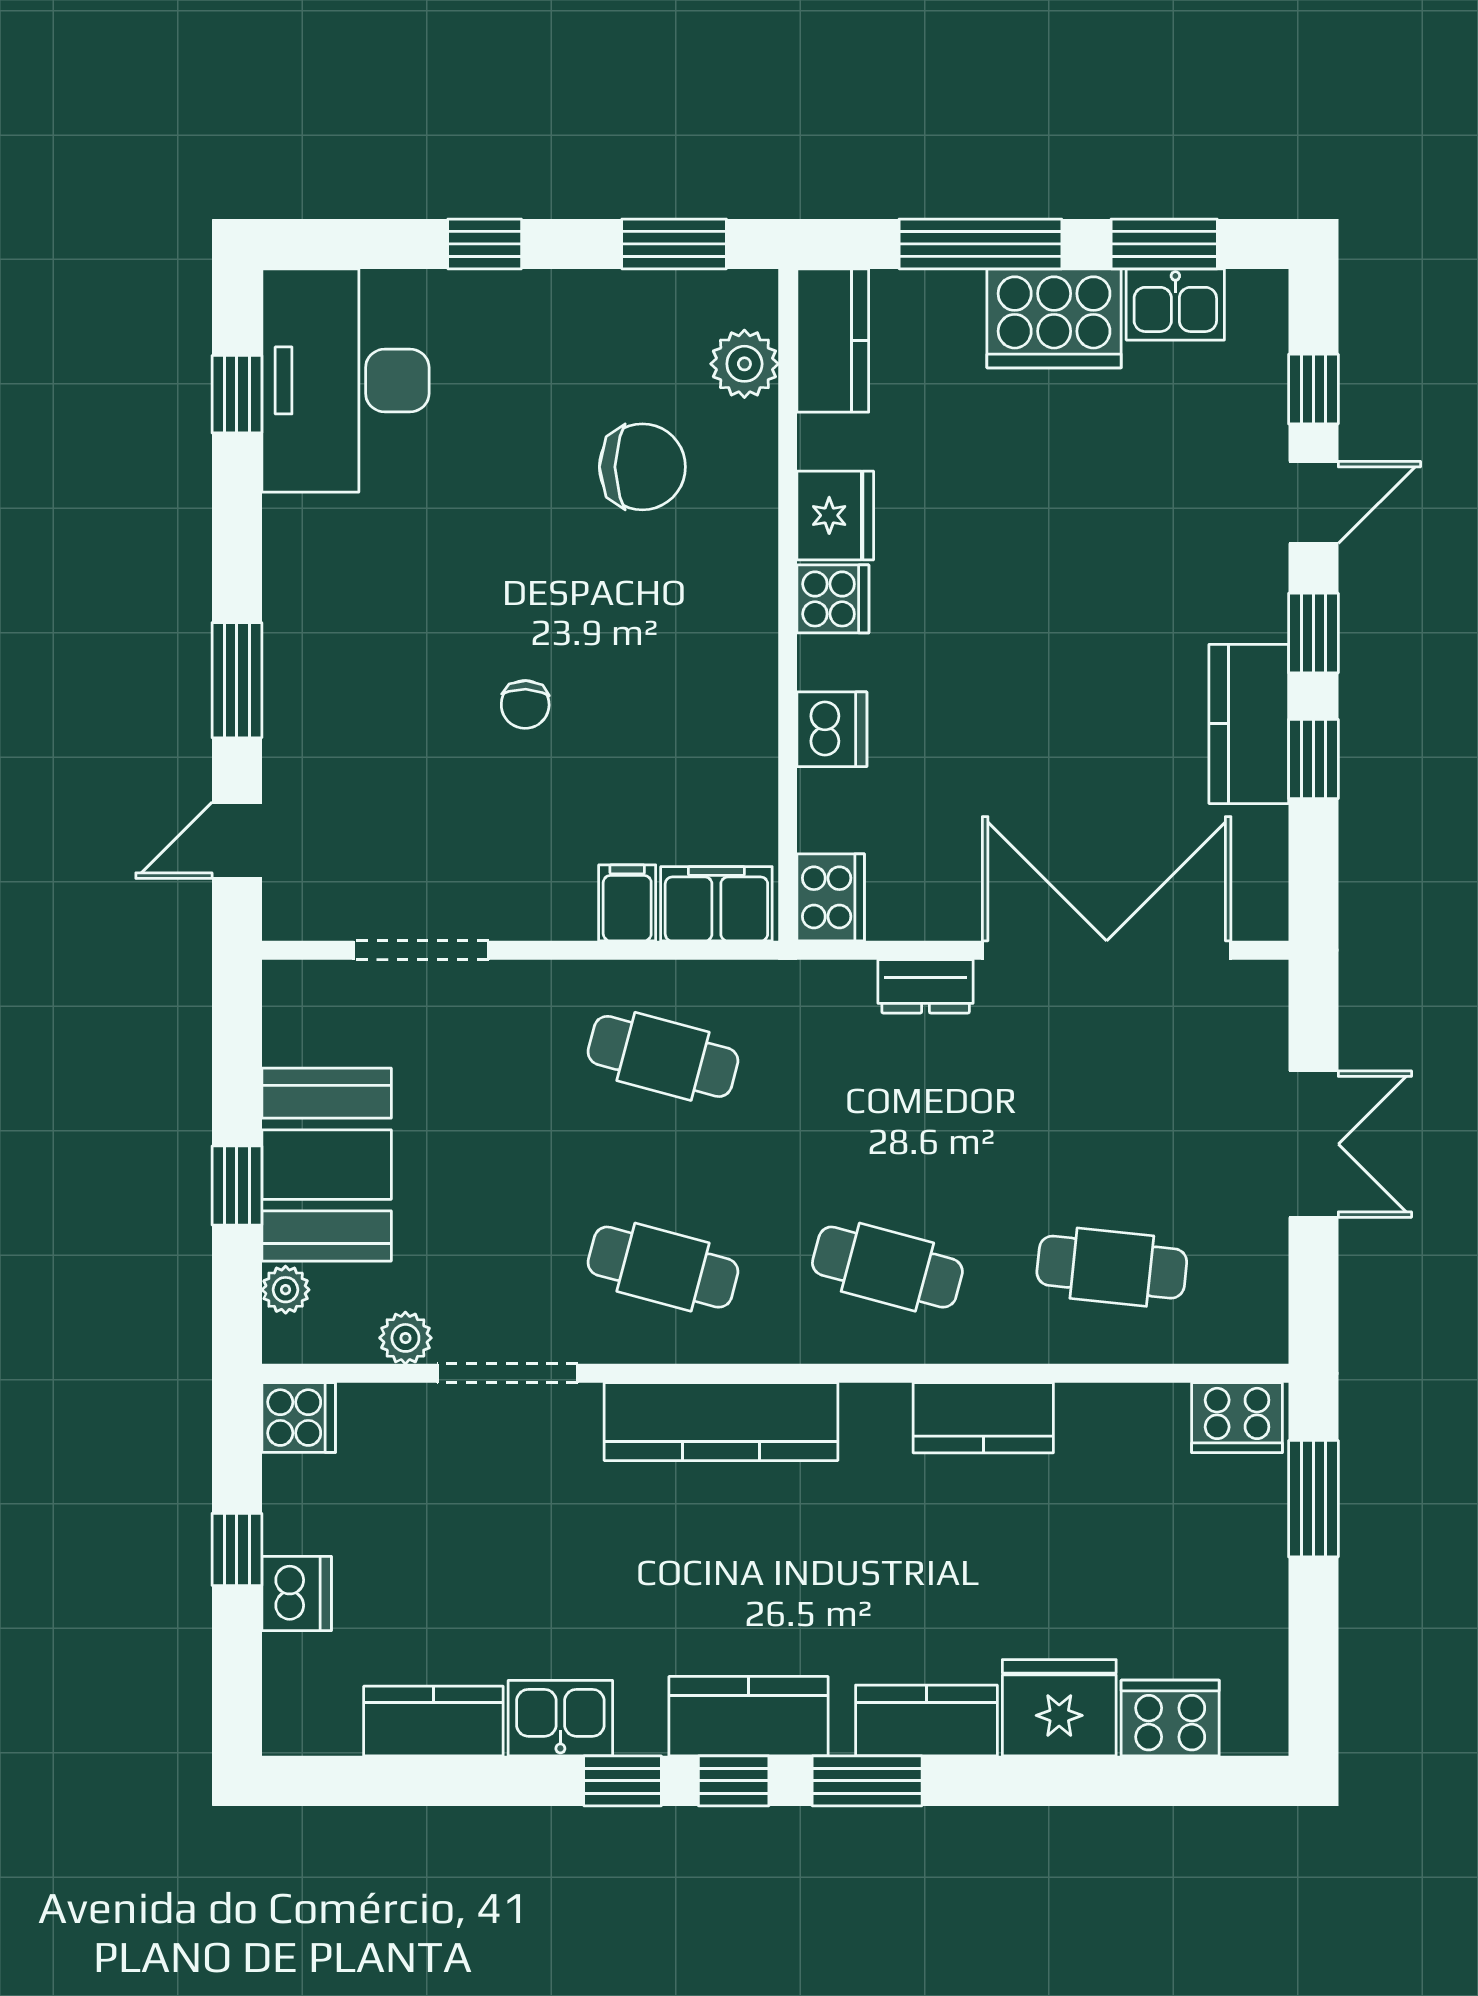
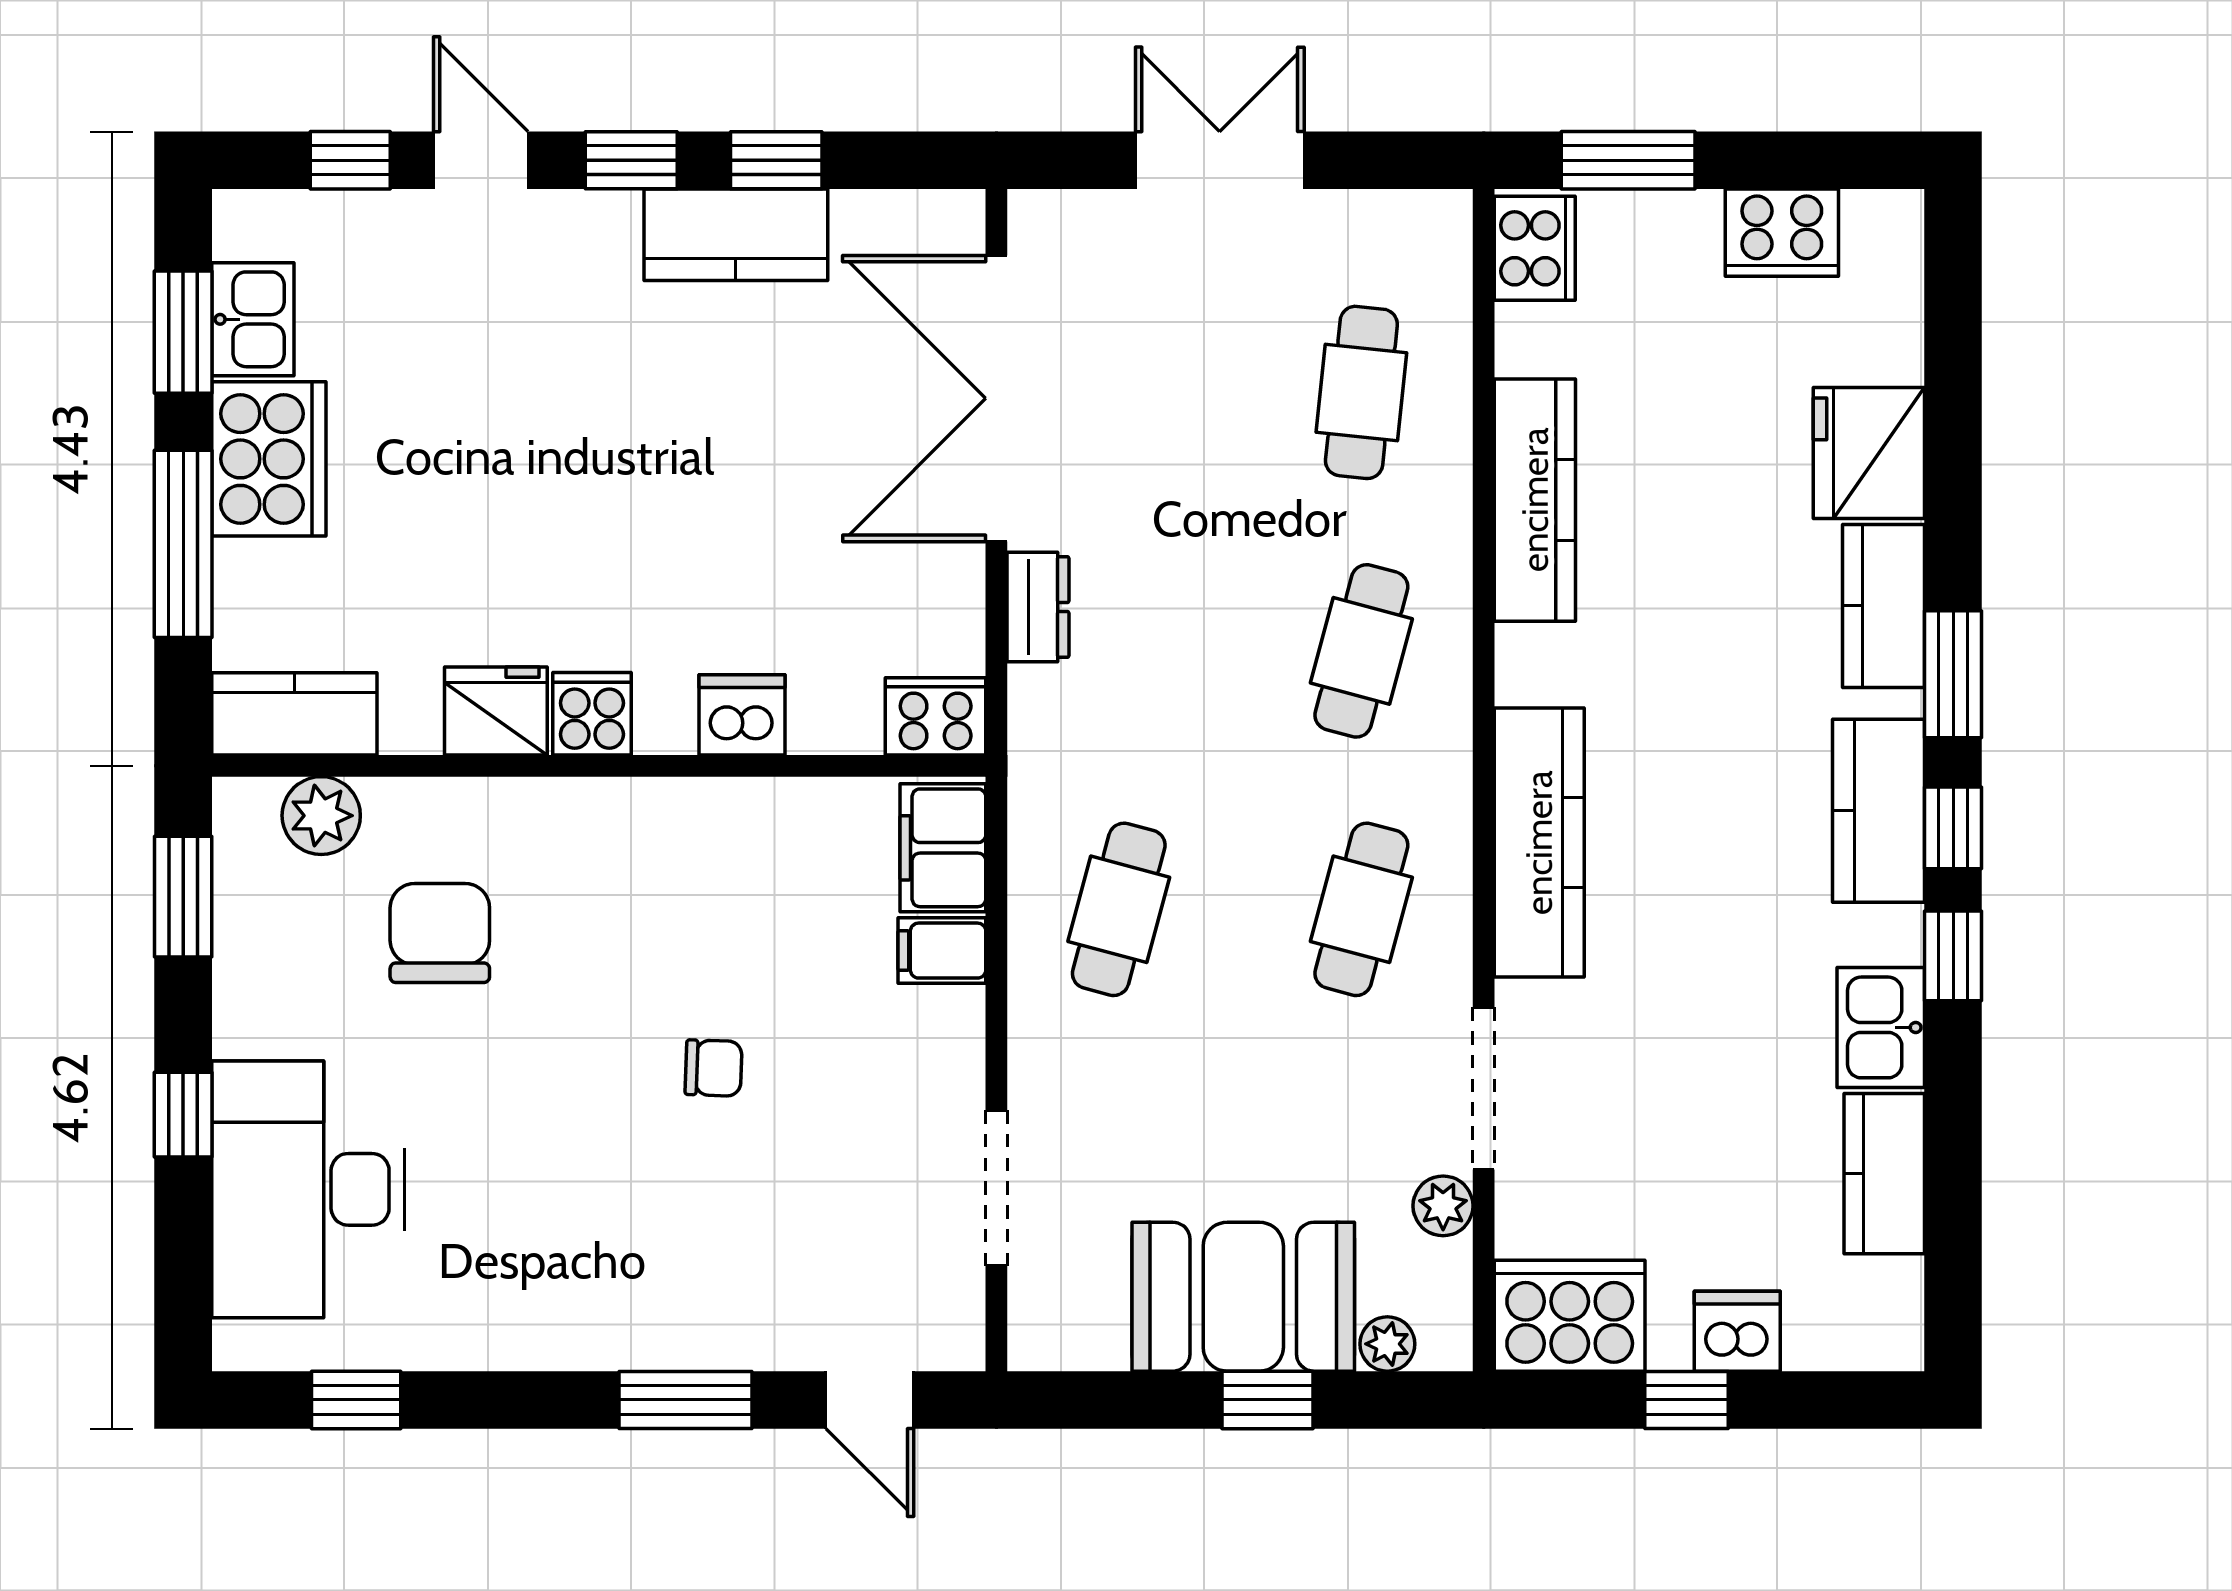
desk: (345, 380) -> (308, 1189), moved, turned 90
cooker: (299, 1418) -> (1570, 1316), width x1.87, depth x1.31
kitchen counter: (983, 1418) -> (1535, 500), width x1.50
cooker: (1170, 1718) -> (1782, 233), moved, turned -90

